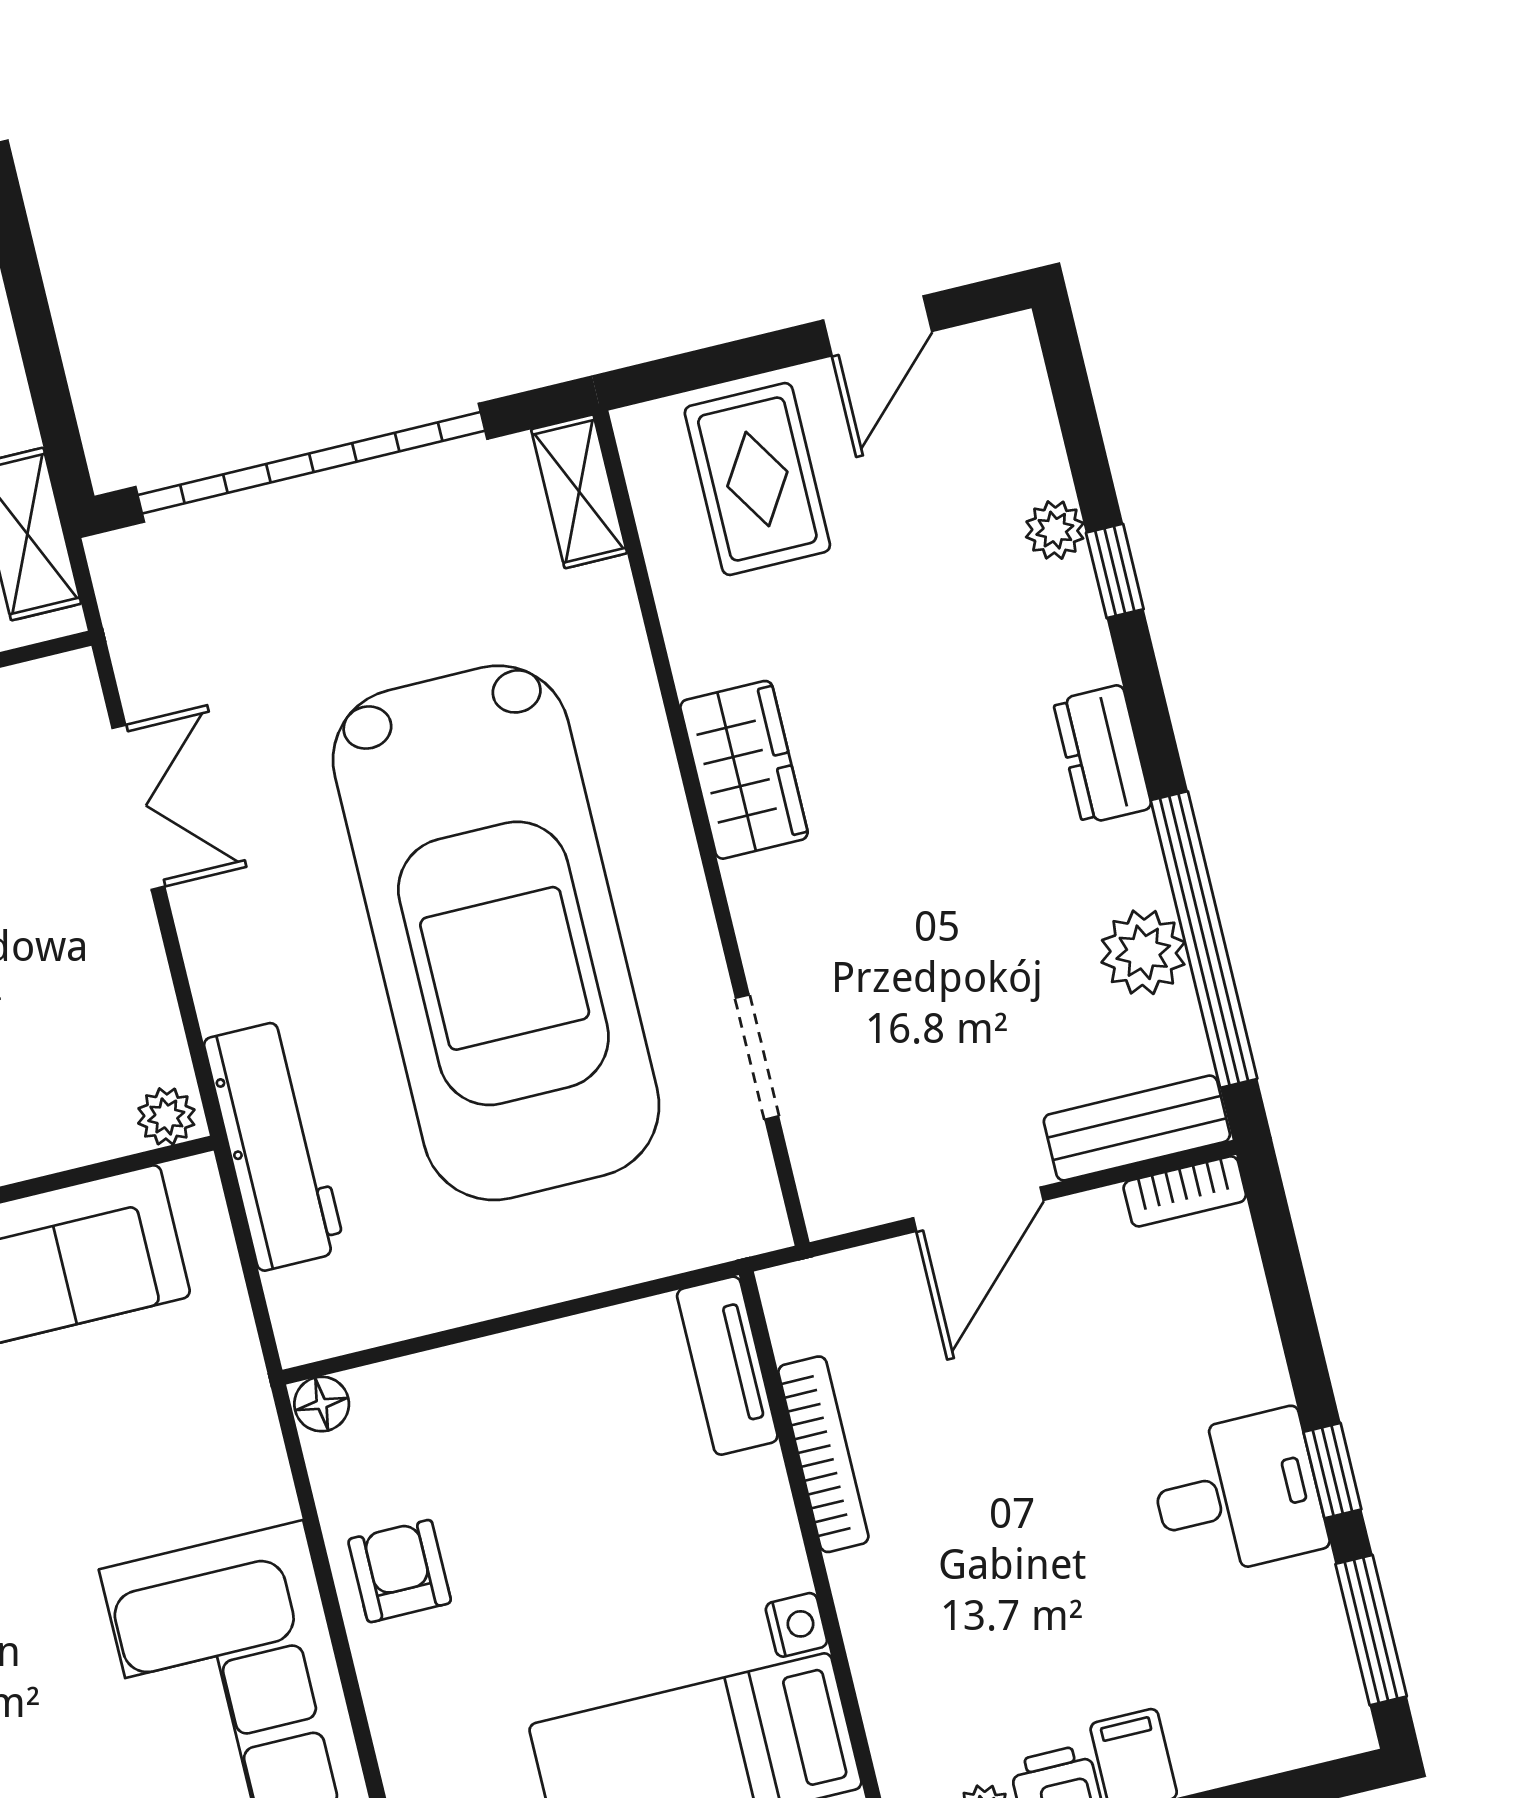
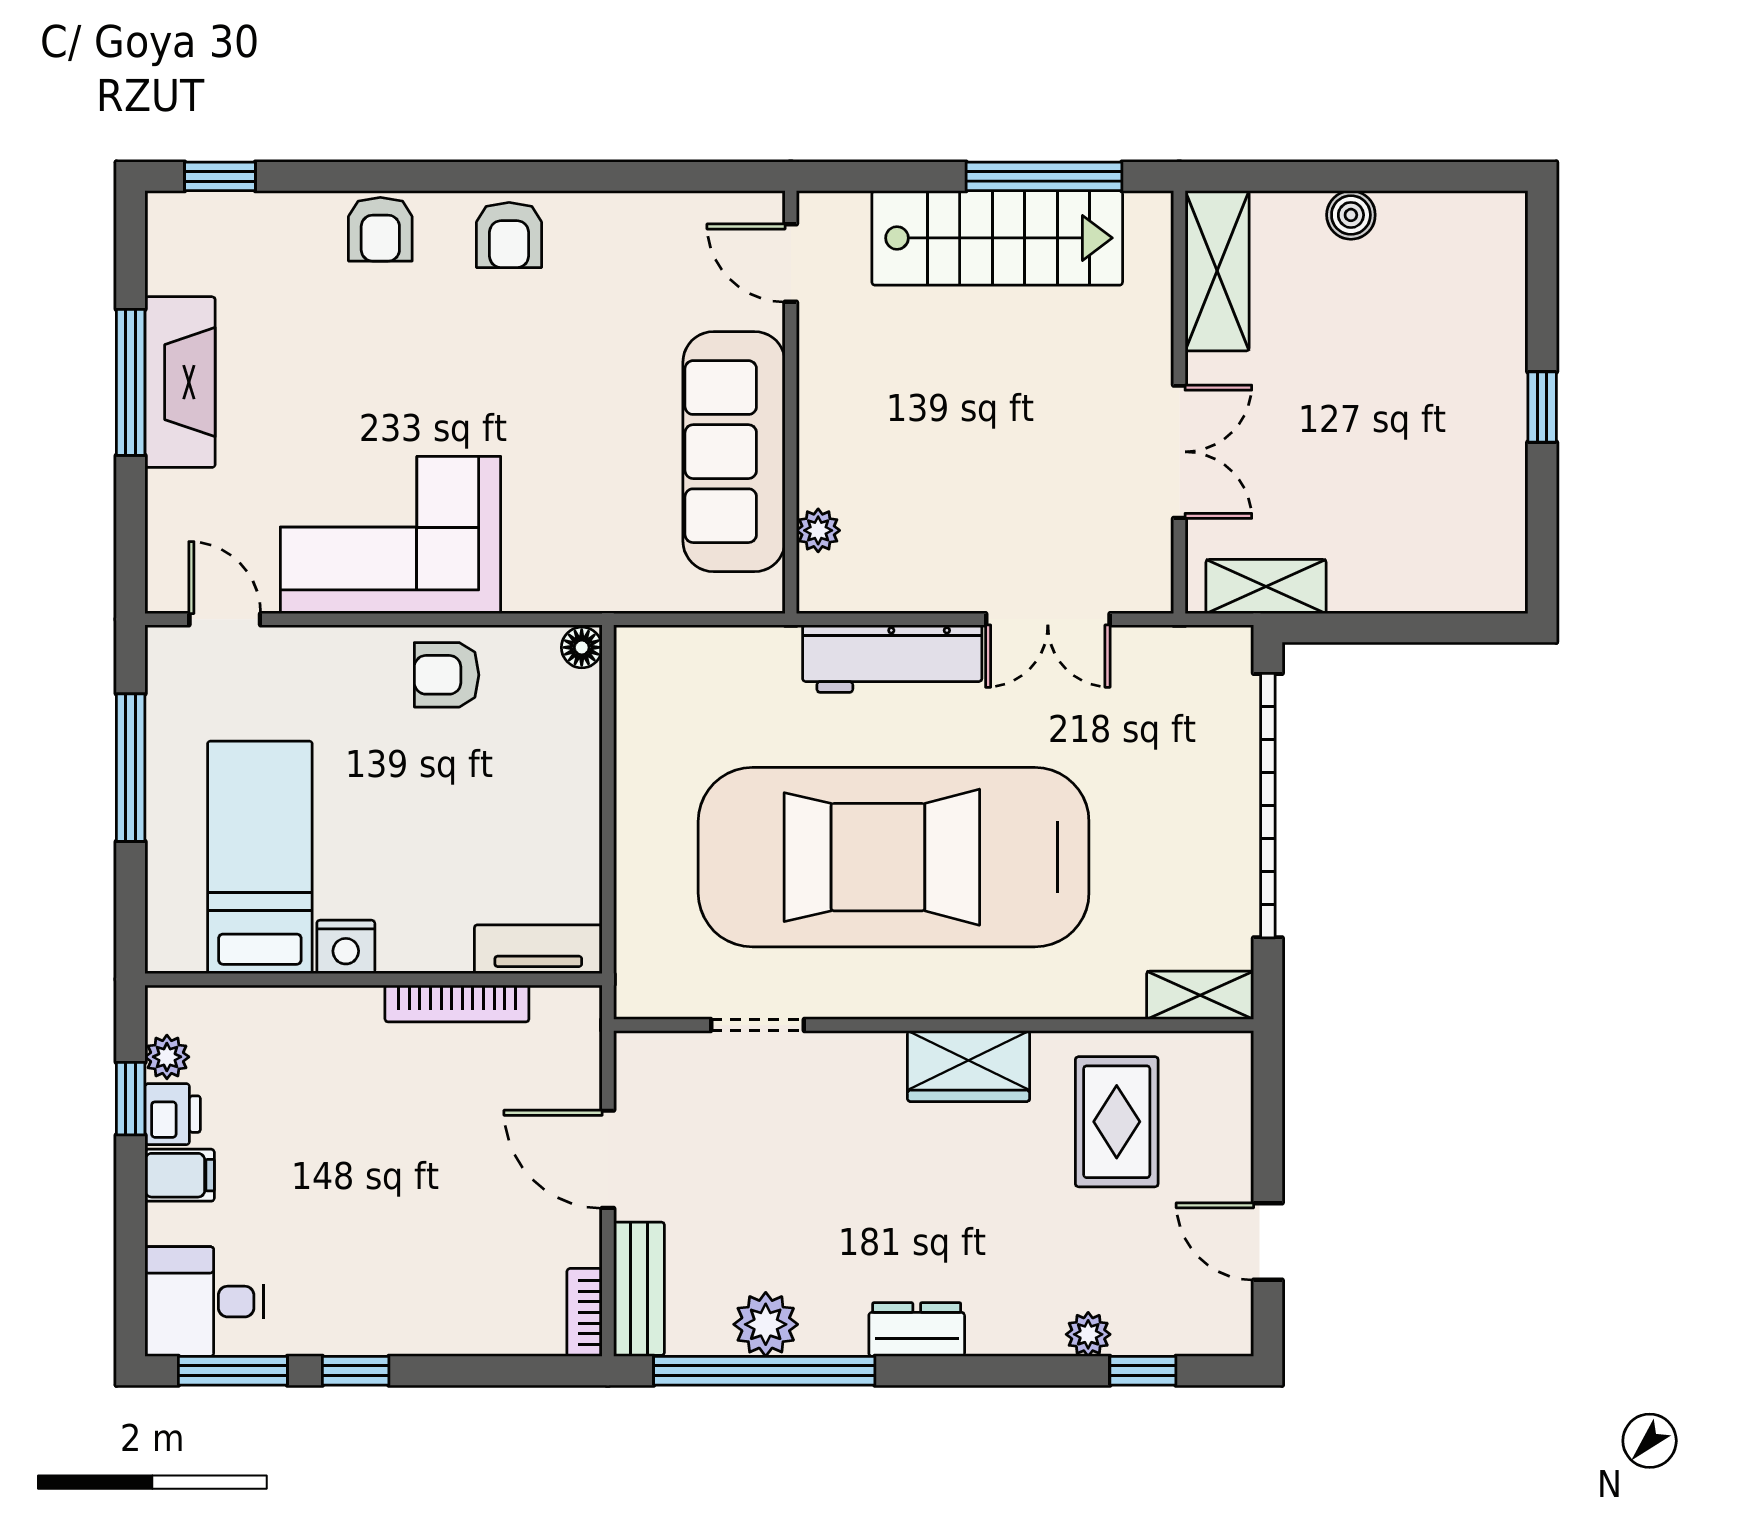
rug: (757, 479) -> (1117, 1122), moved, turned 90
window: (1115, 571) -> (1143, 1371), moved
plant: (166, 1116) -> (818, 530), moved
workbench: (274, 1145) -> (892, 659), moved
desk: (1237, 1494) -> (204, 1302), moved, turned 90
armchair: (400, 1571) -> (447, 675), turned 180
nightstand: (796, 1625) -> (346, 947), width x1.39, depth x1.35

